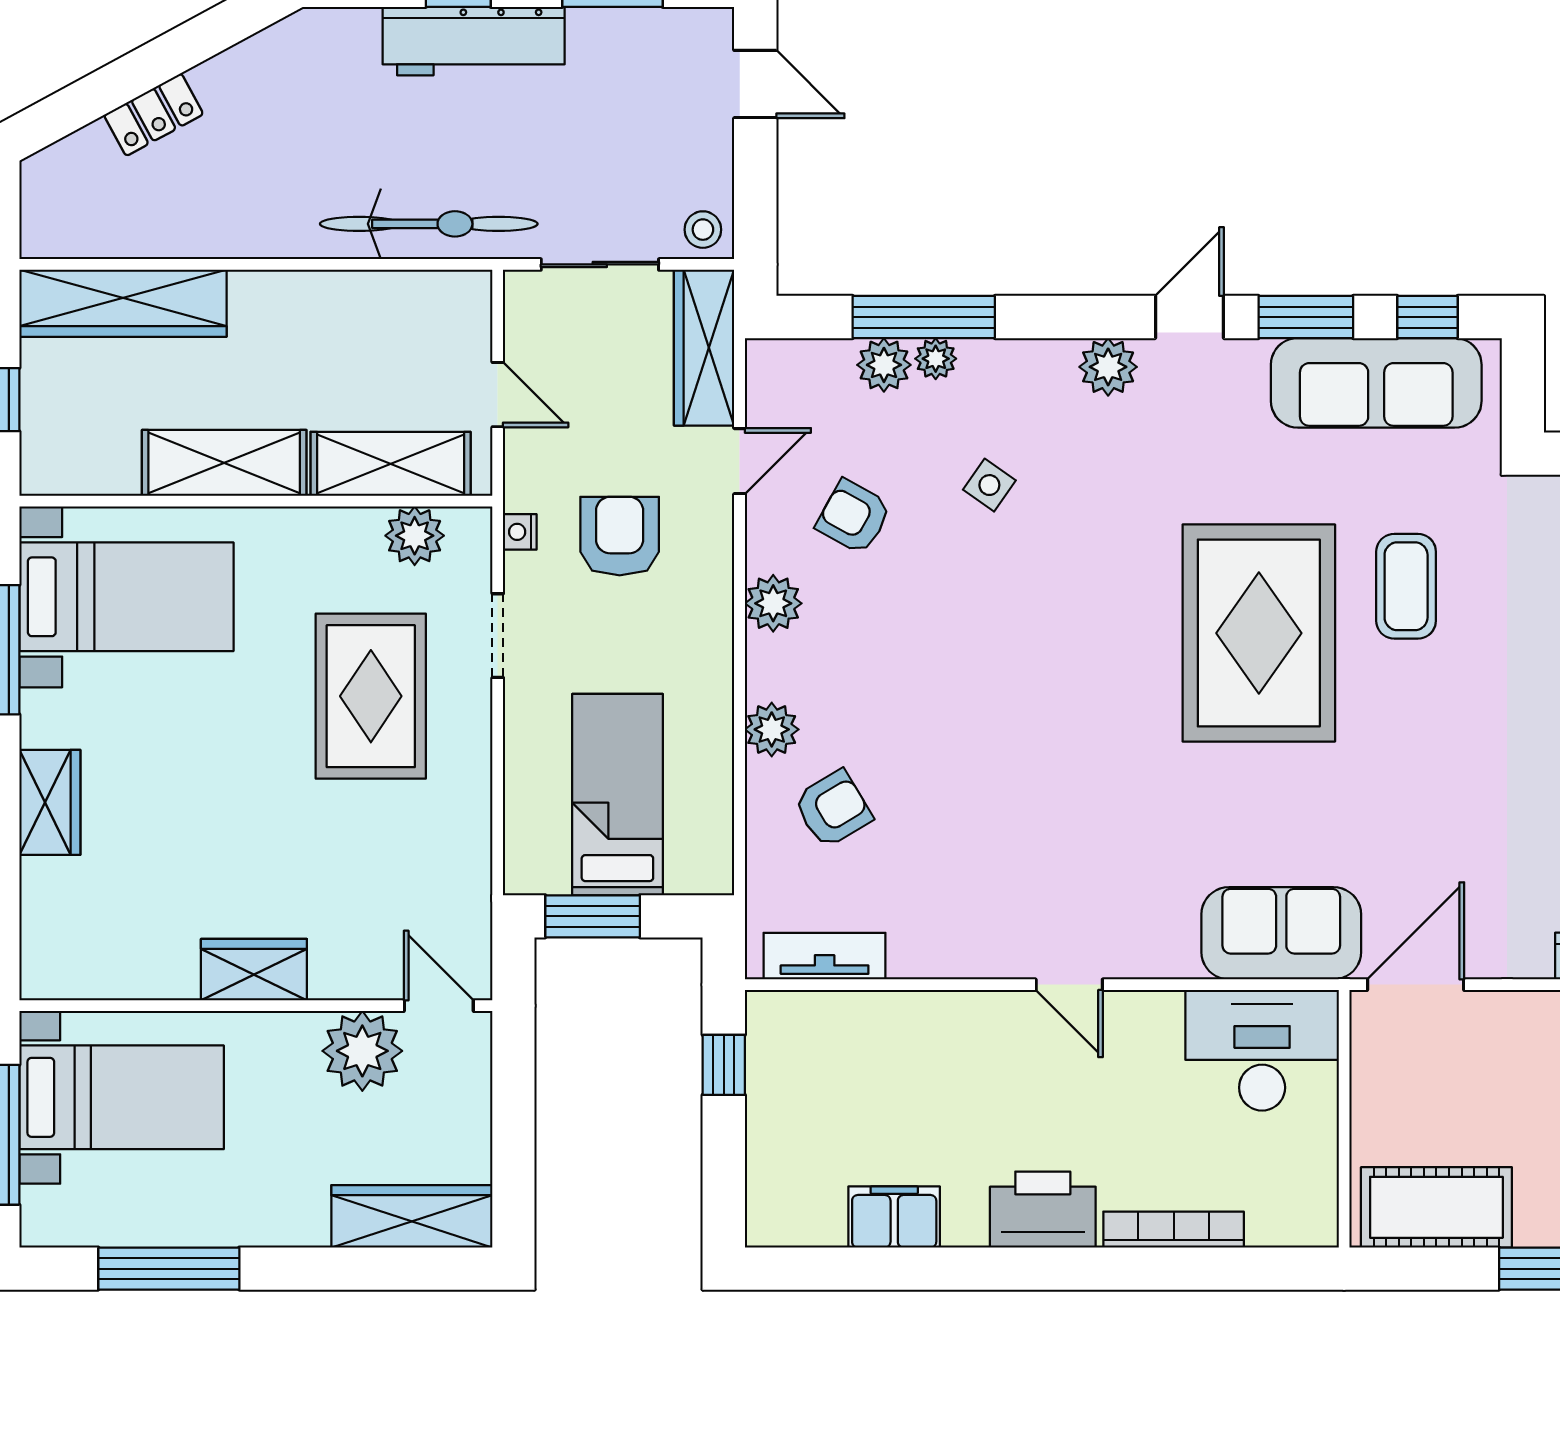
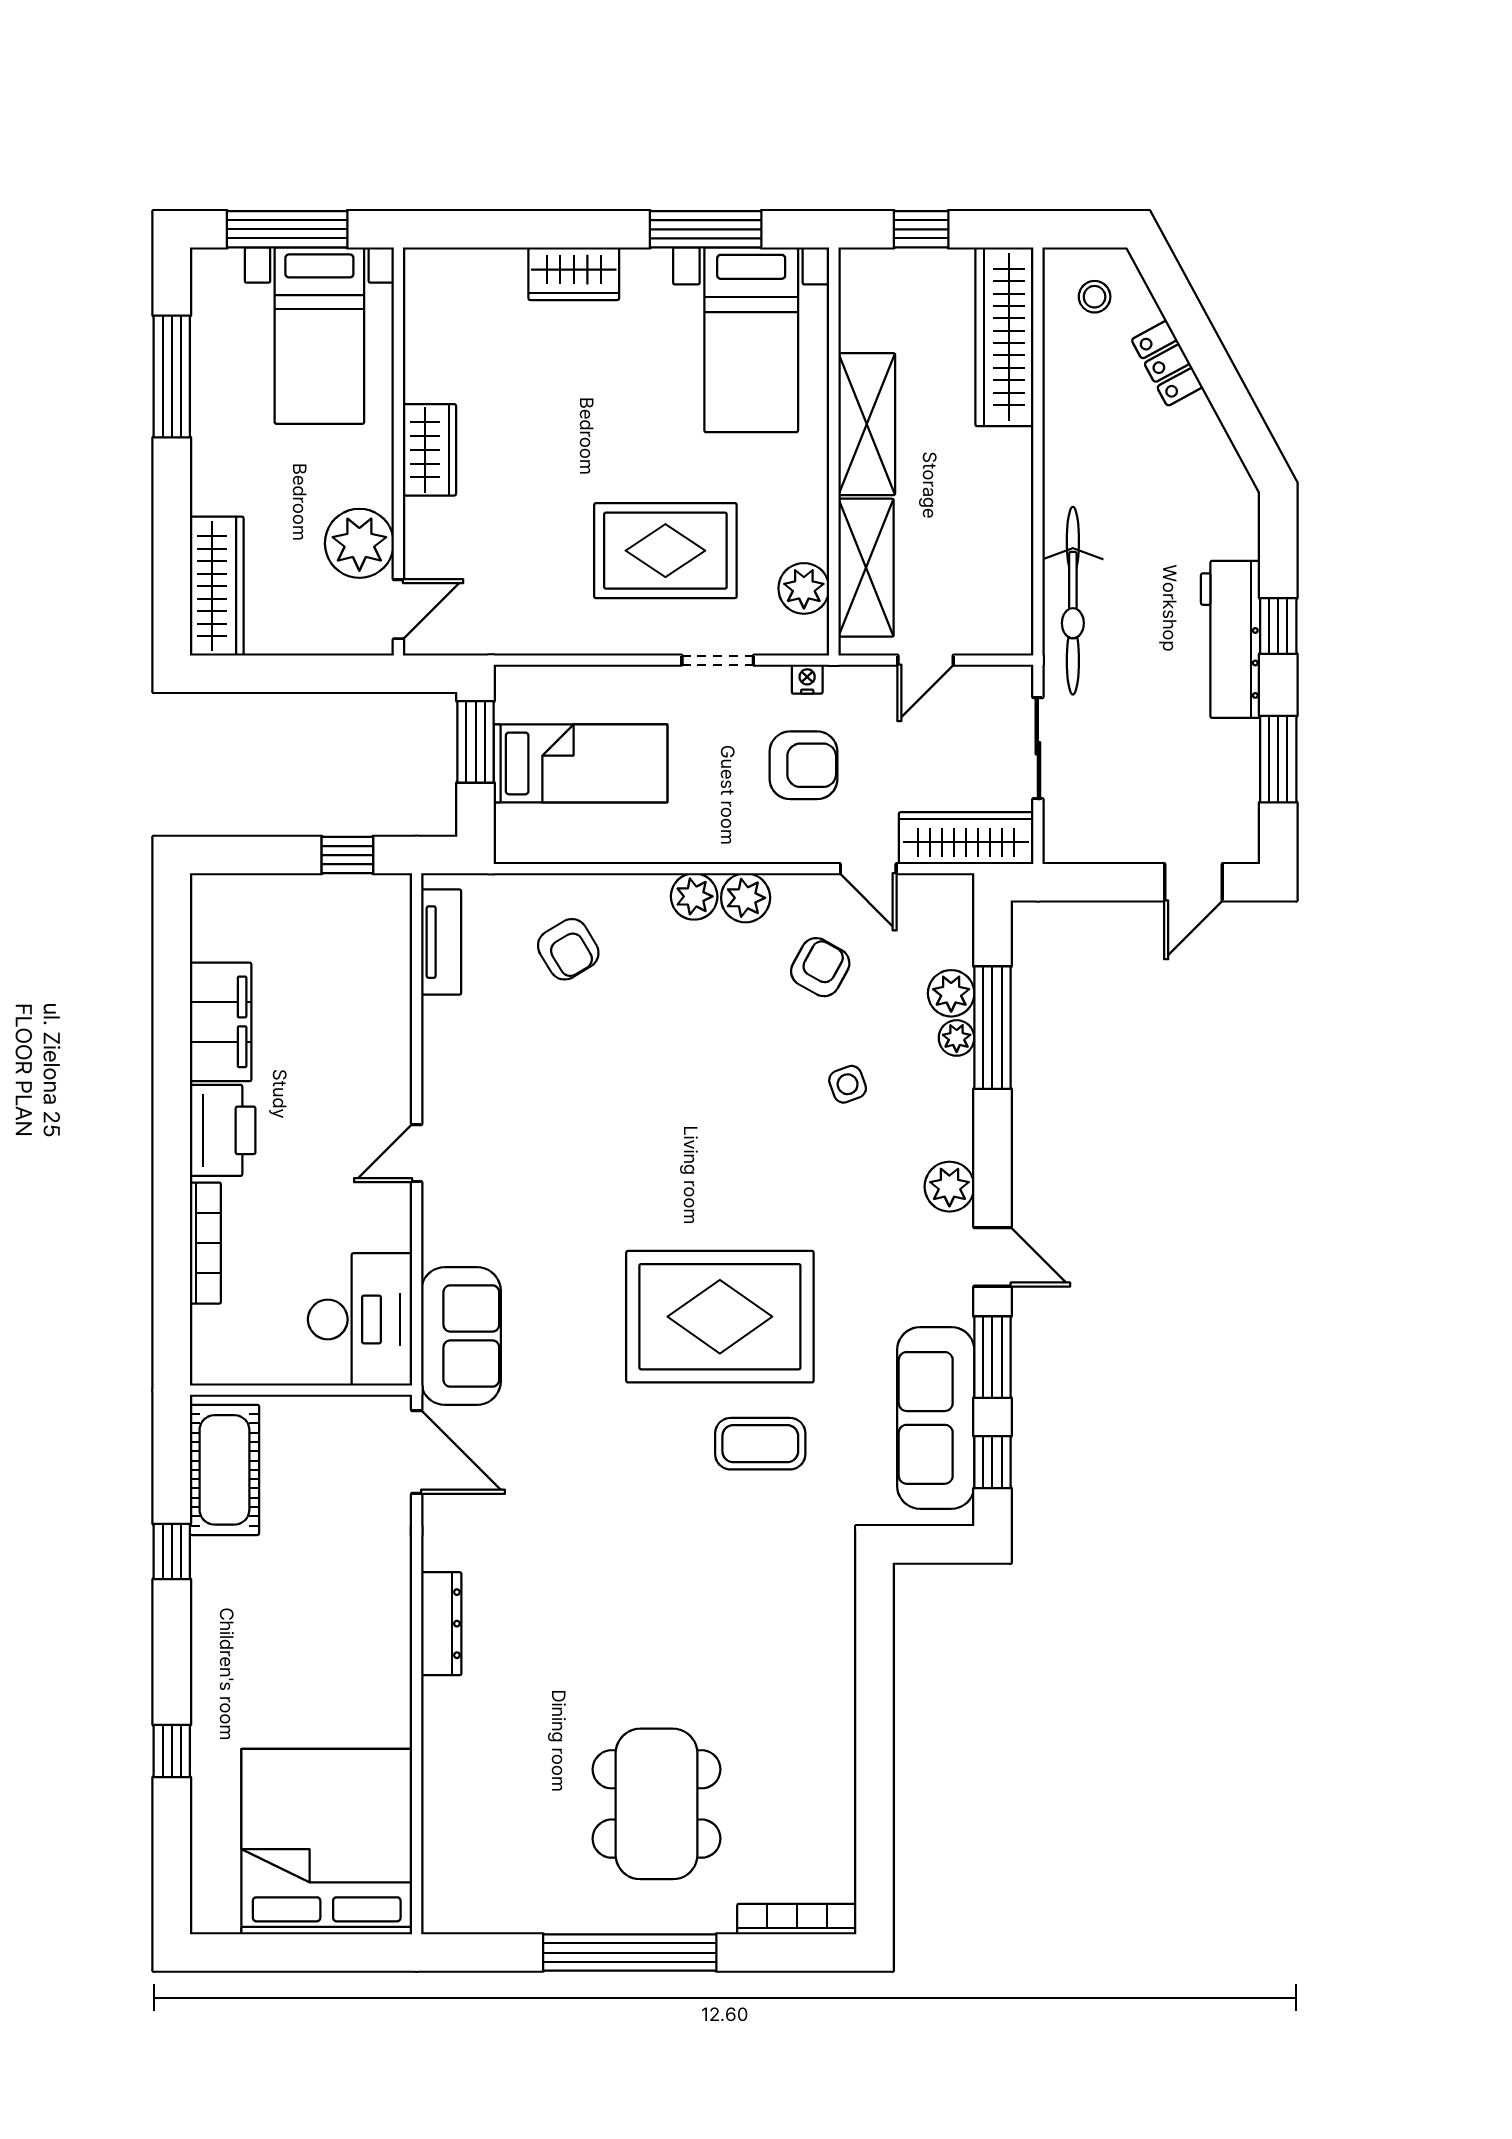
stool: (703, 230) -> (1095, 297), moved
side table: (989, 485) -> (848, 1084), turned 35
plant: (772, 729) -> (694, 896), moved
filing cabinet: (894, 1217) -> (221, 1022), width x1.50, depth x1.17

